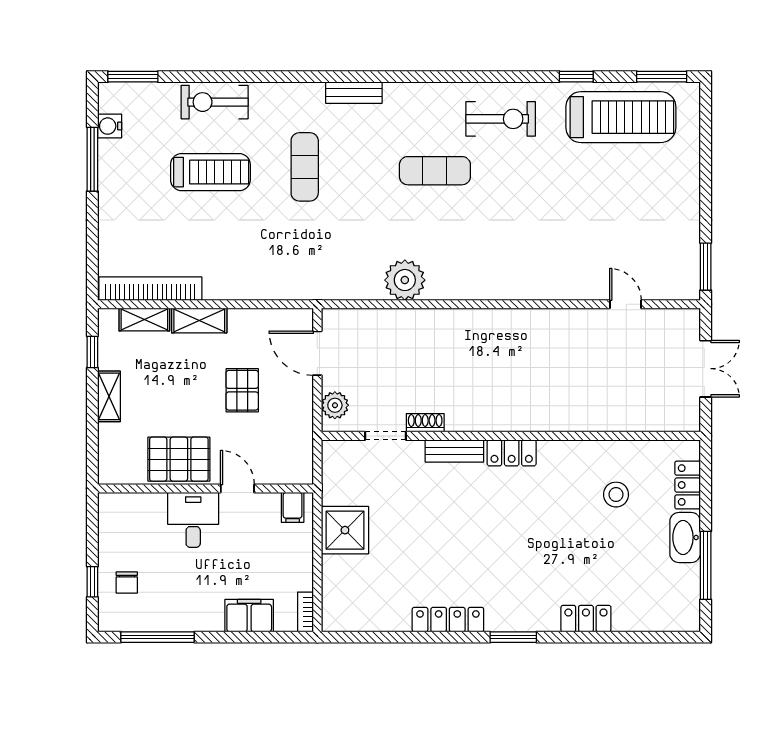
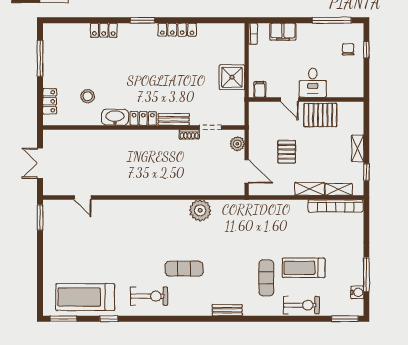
exercise bike: (501, 119) -> (149, 296), turned 180
exercise mat: (305, 167) -> (266, 278), moved
washbasin: (685, 537) -> (115, 117), moved, turned -90

